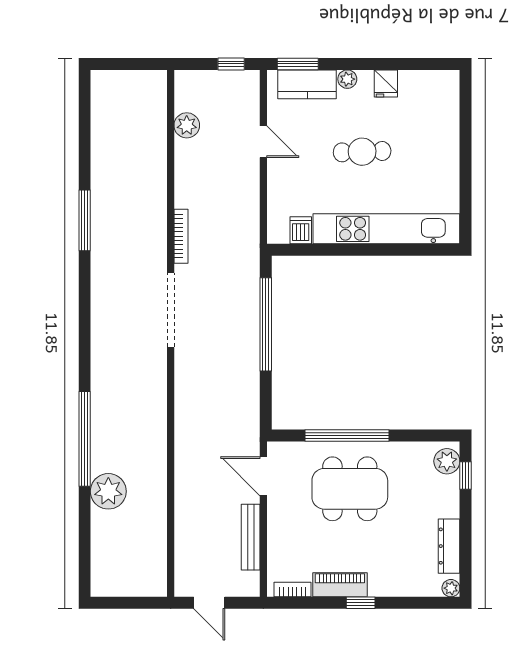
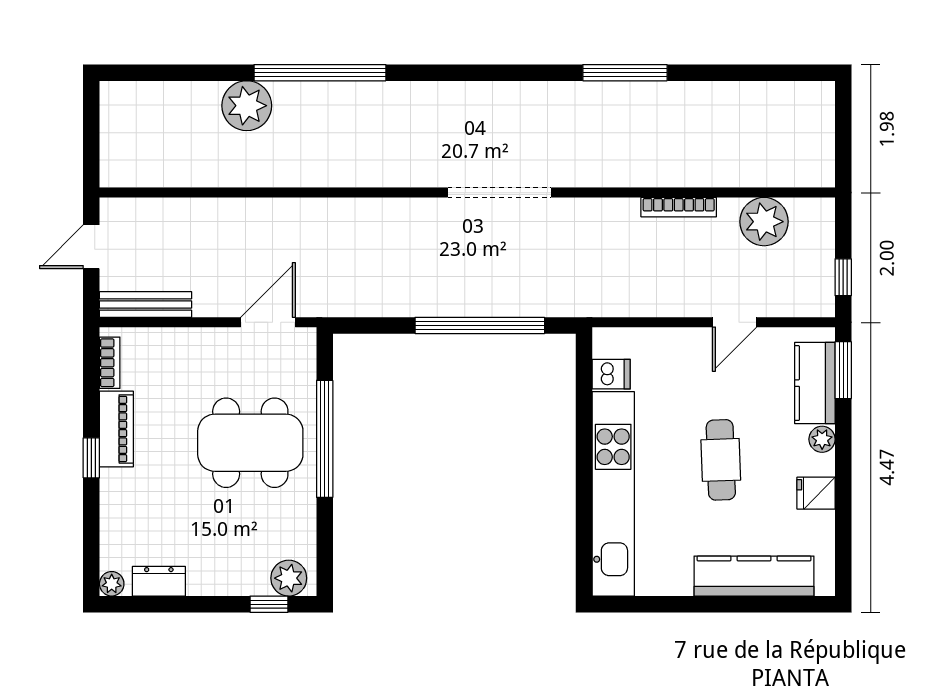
plant: (187, 125) -> (764, 222), width x1.36, depth x1.36
kitchen counter: (445, 128) -> (754, 576), added
bookcase: (181, 236) -> (679, 207), moved
dining table: (350, 489) -> (250, 443), turned 90
bench: (251, 537) -> (145, 304), moved
dresser: (449, 546) -> (159, 581), width x0.70

